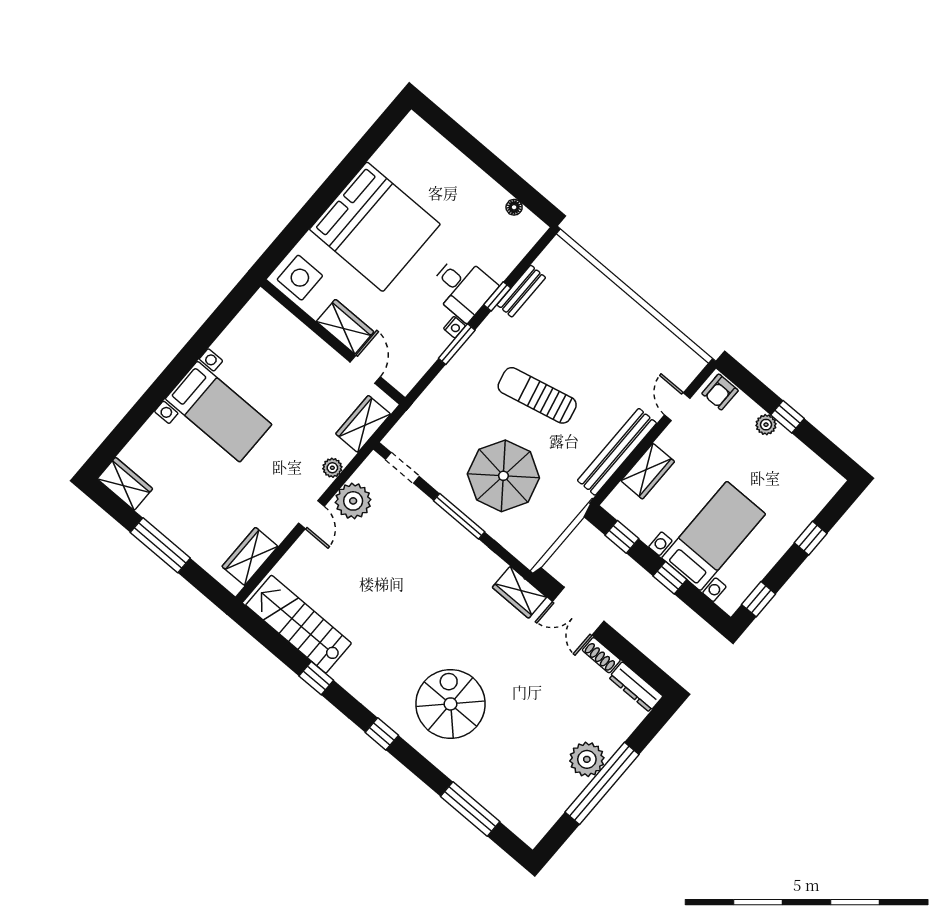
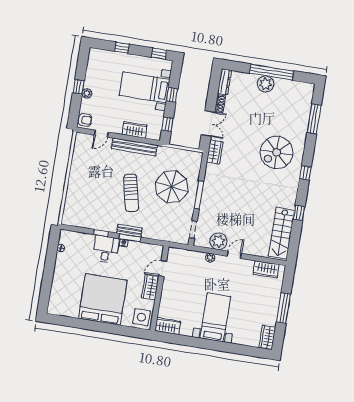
bench: (521, 291) -> (129, 231), moved
wardrobe: (363, 424) -> (168, 326), moved, turned 180

